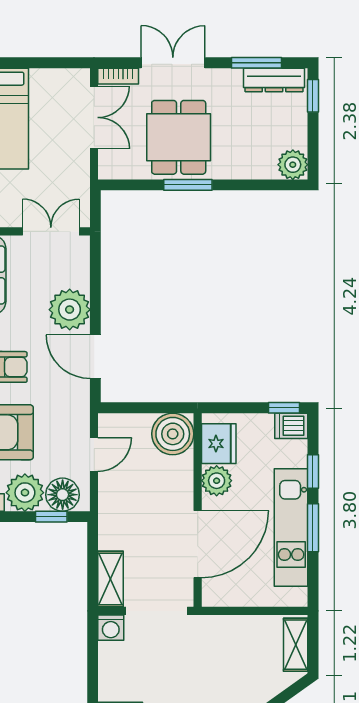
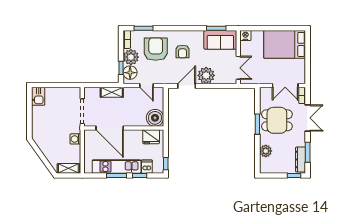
plant: (293, 165) -> (266, 151), moved
dishwasher: (291, 426) -> (147, 167), moved
plant: (217, 481) -> (136, 136), removed
shelving: (111, 579) -> (112, 92), moved
washing machine: (111, 628) -> (75, 139), moved

